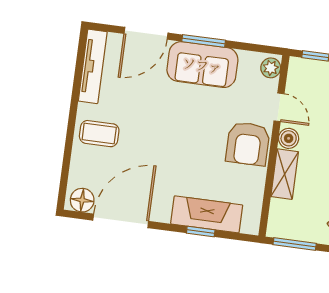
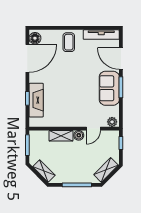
armchair: (248, 144) -> (73, 116), removed
door: (121, 221) -> (27, 58), hinge flipped

